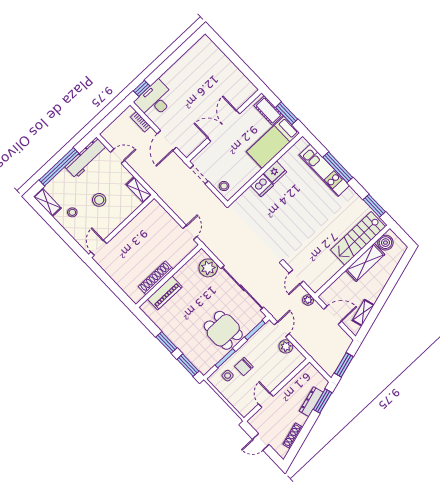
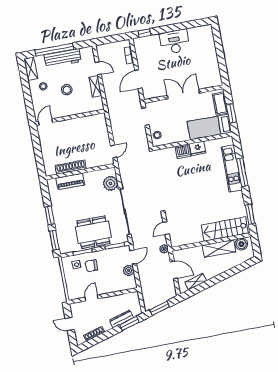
desk: (155, 100) -> (175, 42), moved
workbench: (86, 158) -> (63, 58), moved
shelving: (139, 190) -> (95, 86), moved
dining table: (223, 330) -> (93, 232), width x1.38

